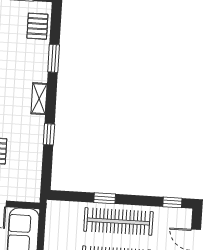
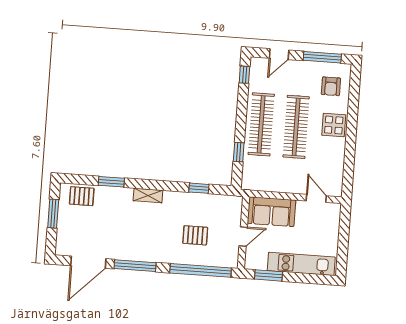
window: (49, 134) -> (199, 188), moved
window: (105, 198) -> (239, 152), moved

